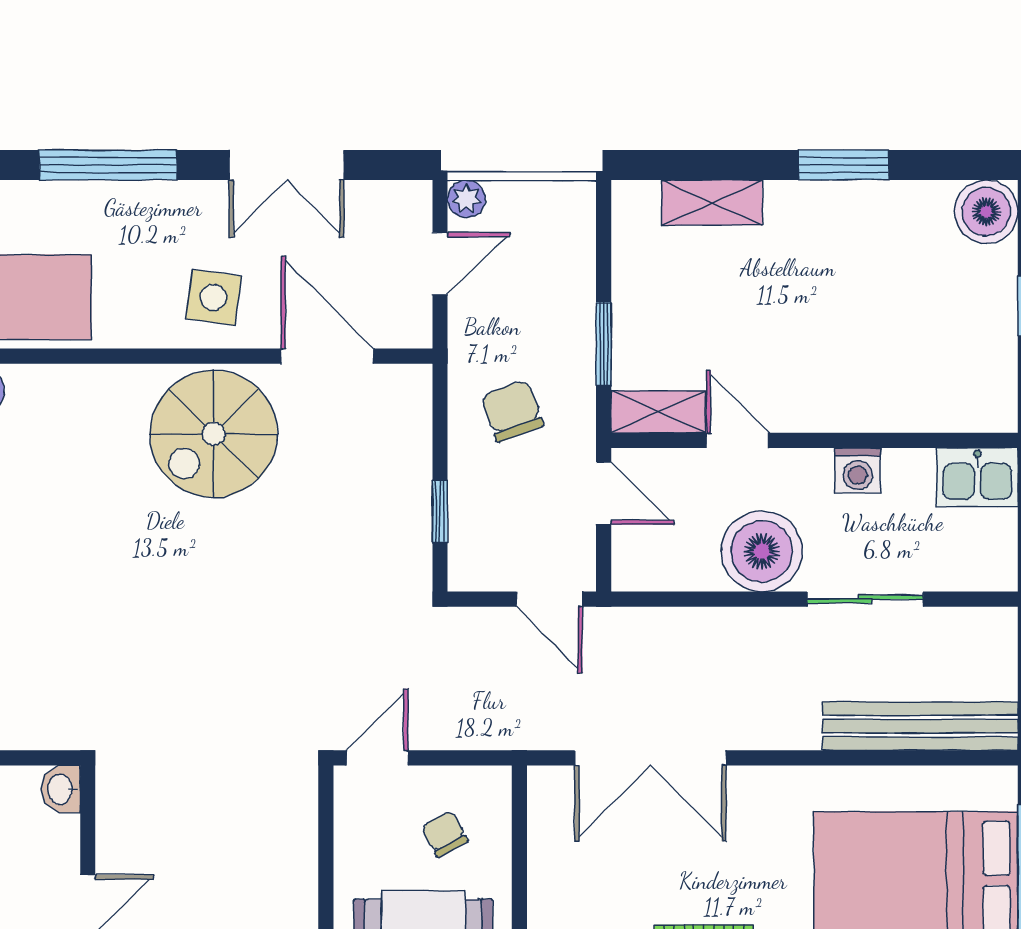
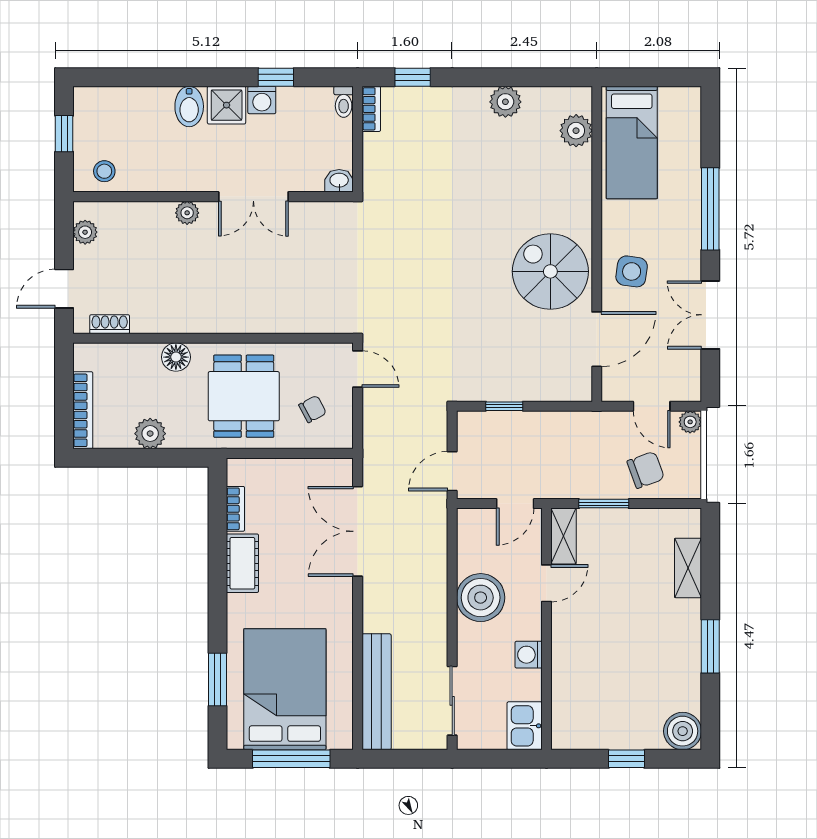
chair: (512, 411) -> (646, 470), moved
sliding door: (865, 599) -> (452, 701), moved

